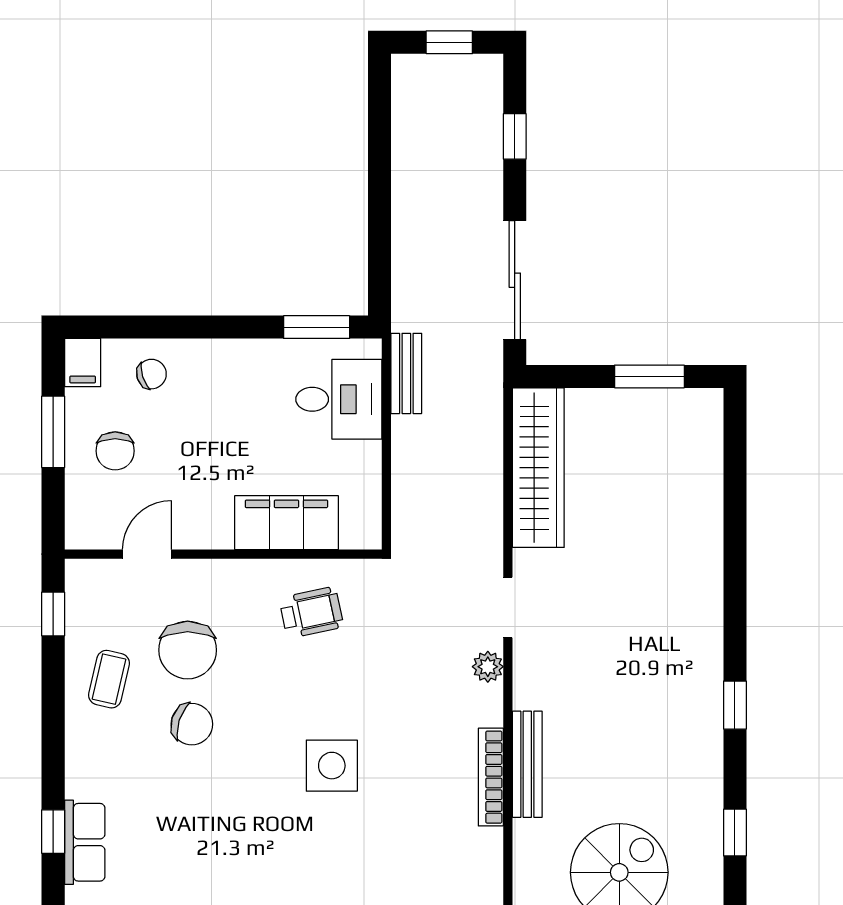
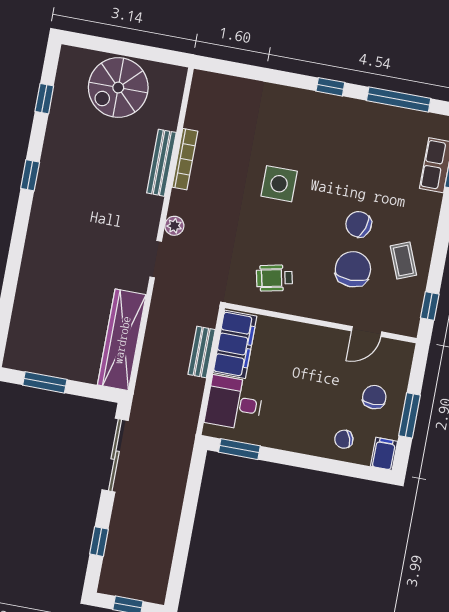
bench: (406, 373) -> (202, 352), moved
filing cabinet: (286, 523) -> (235, 344), moved, turned -90
coffee table: (109, 679) -> (403, 261), turned -35

